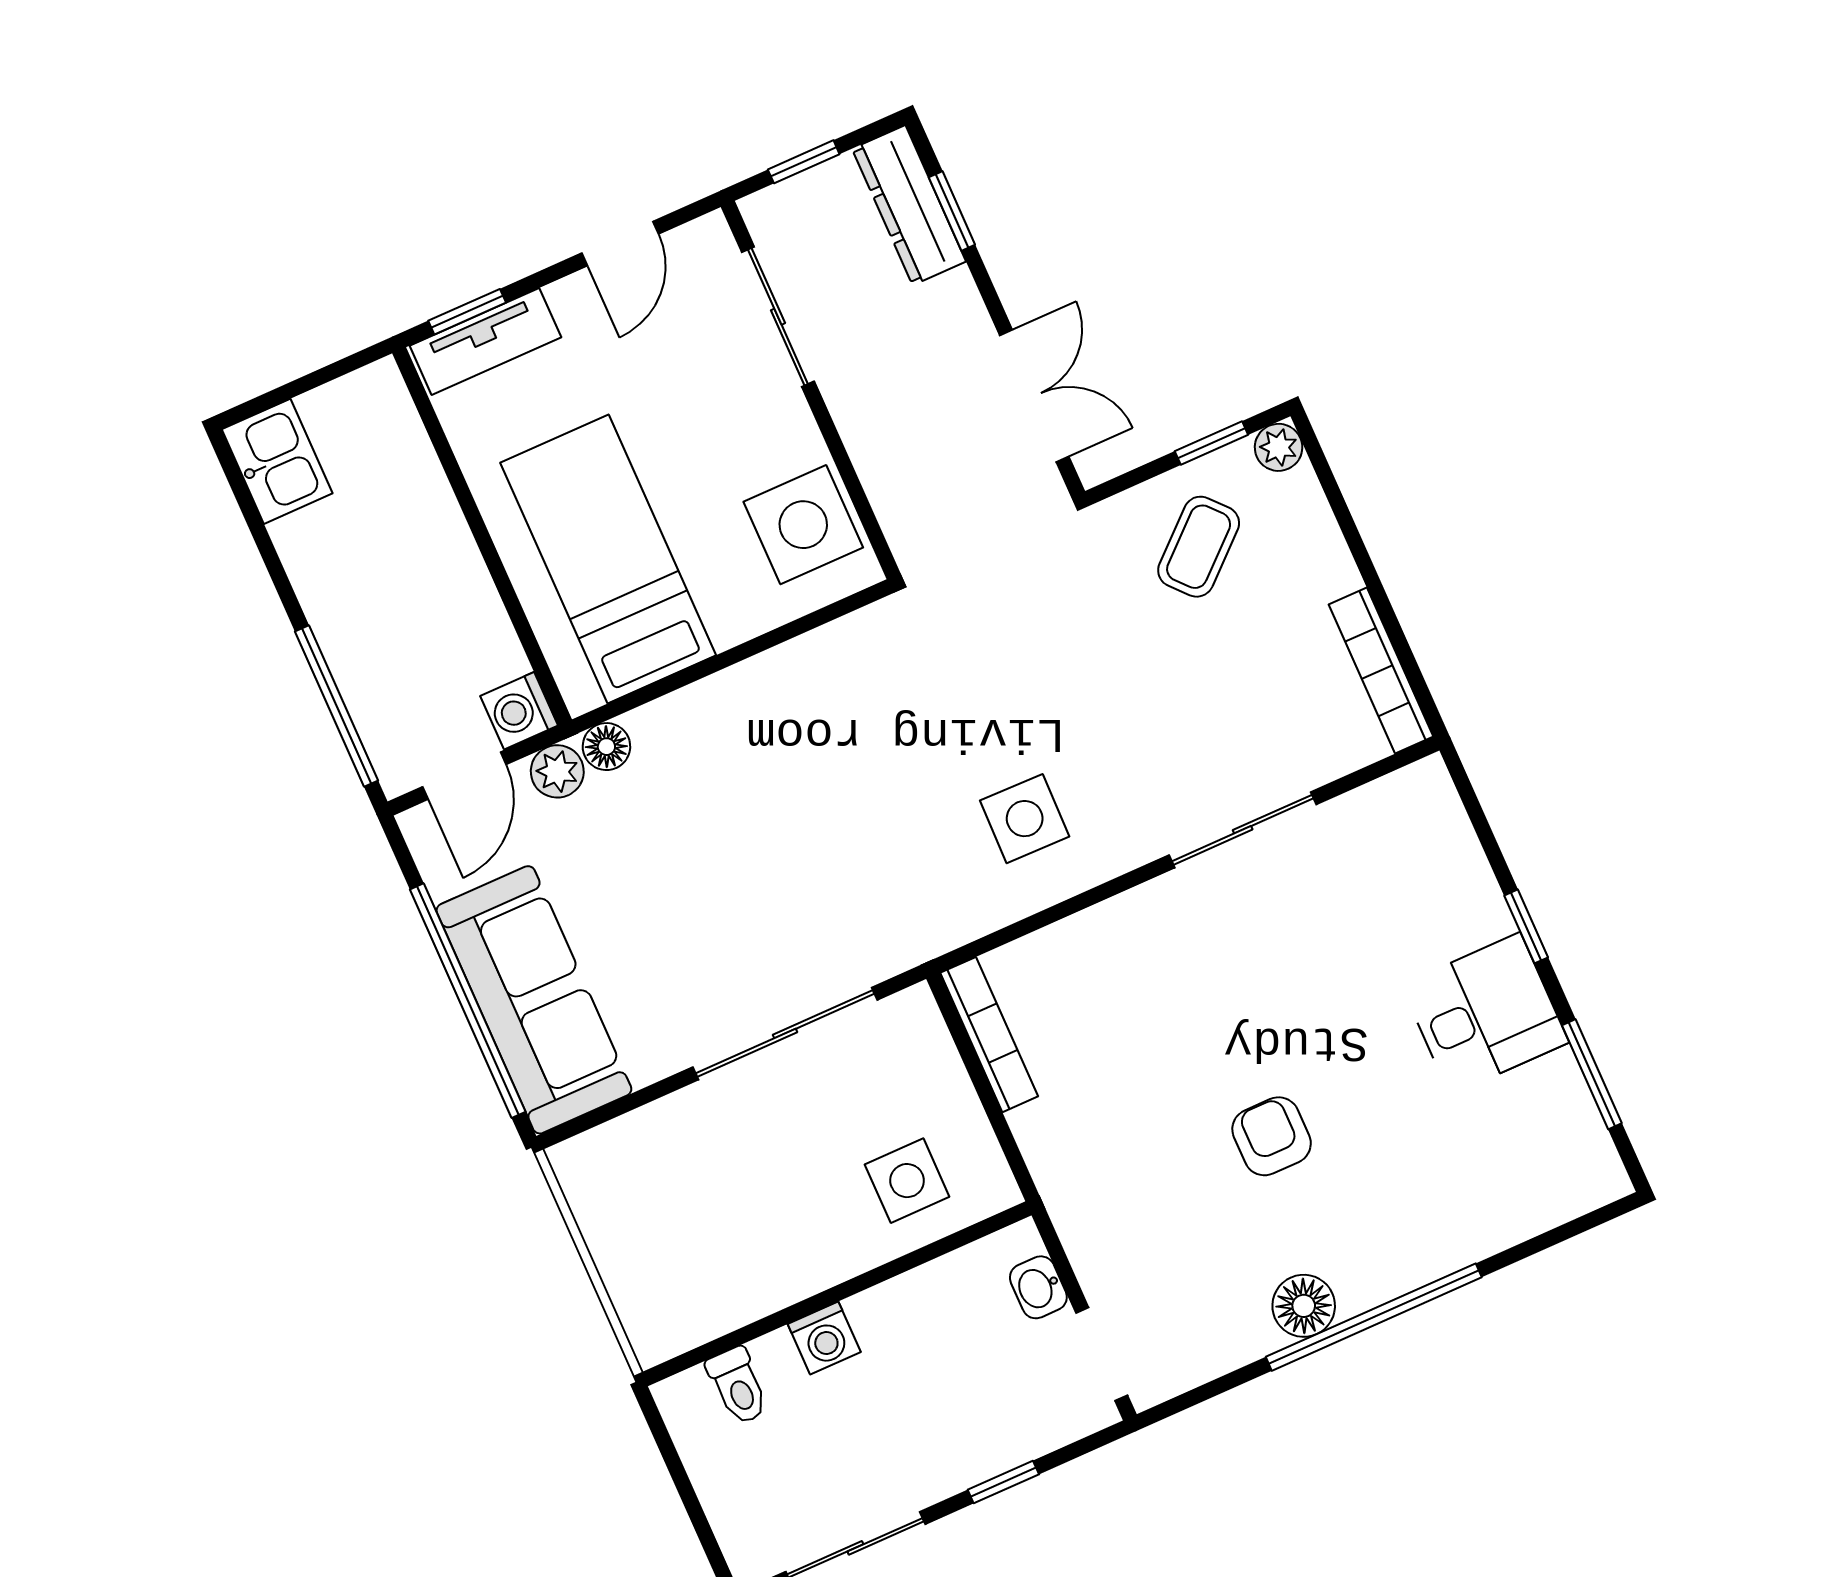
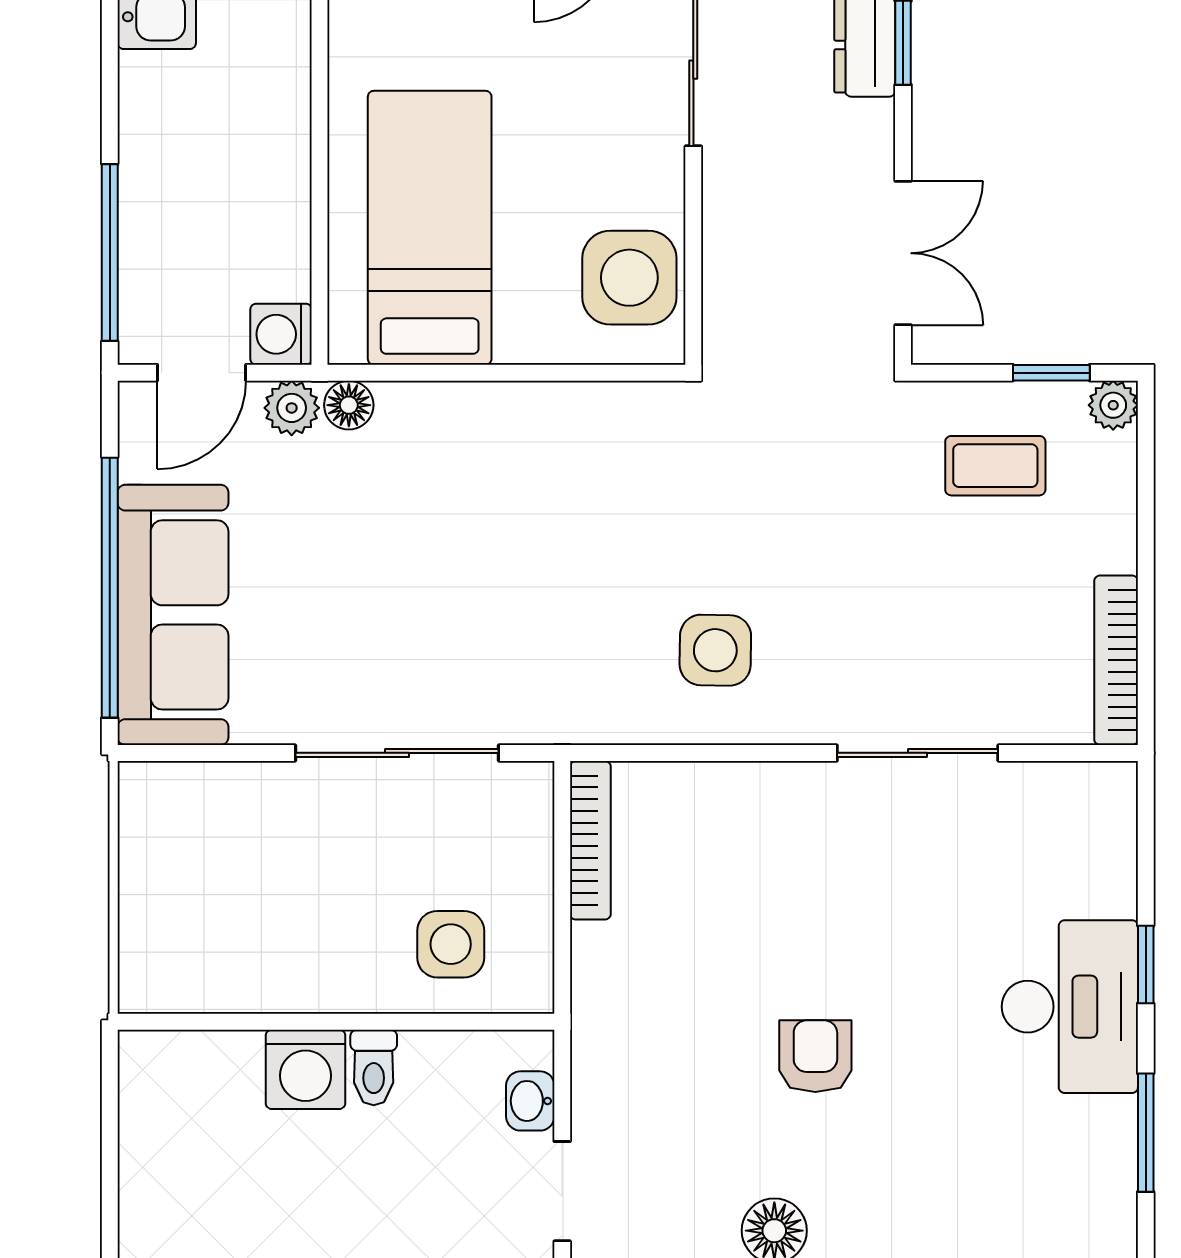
coffee table: (1199, 547) -> (995, 466), turned 42
desk: (1485, 1014) -> (1070, 1007), width x1.37
washing machine: (824, 1338) -> (305, 1069), width x1.38, depth x1.38
toilet: (738, 1386) -> (374, 1067), moved

